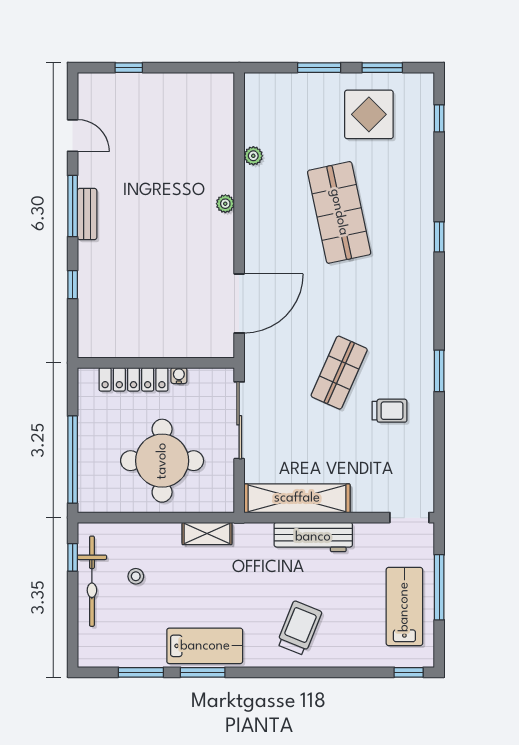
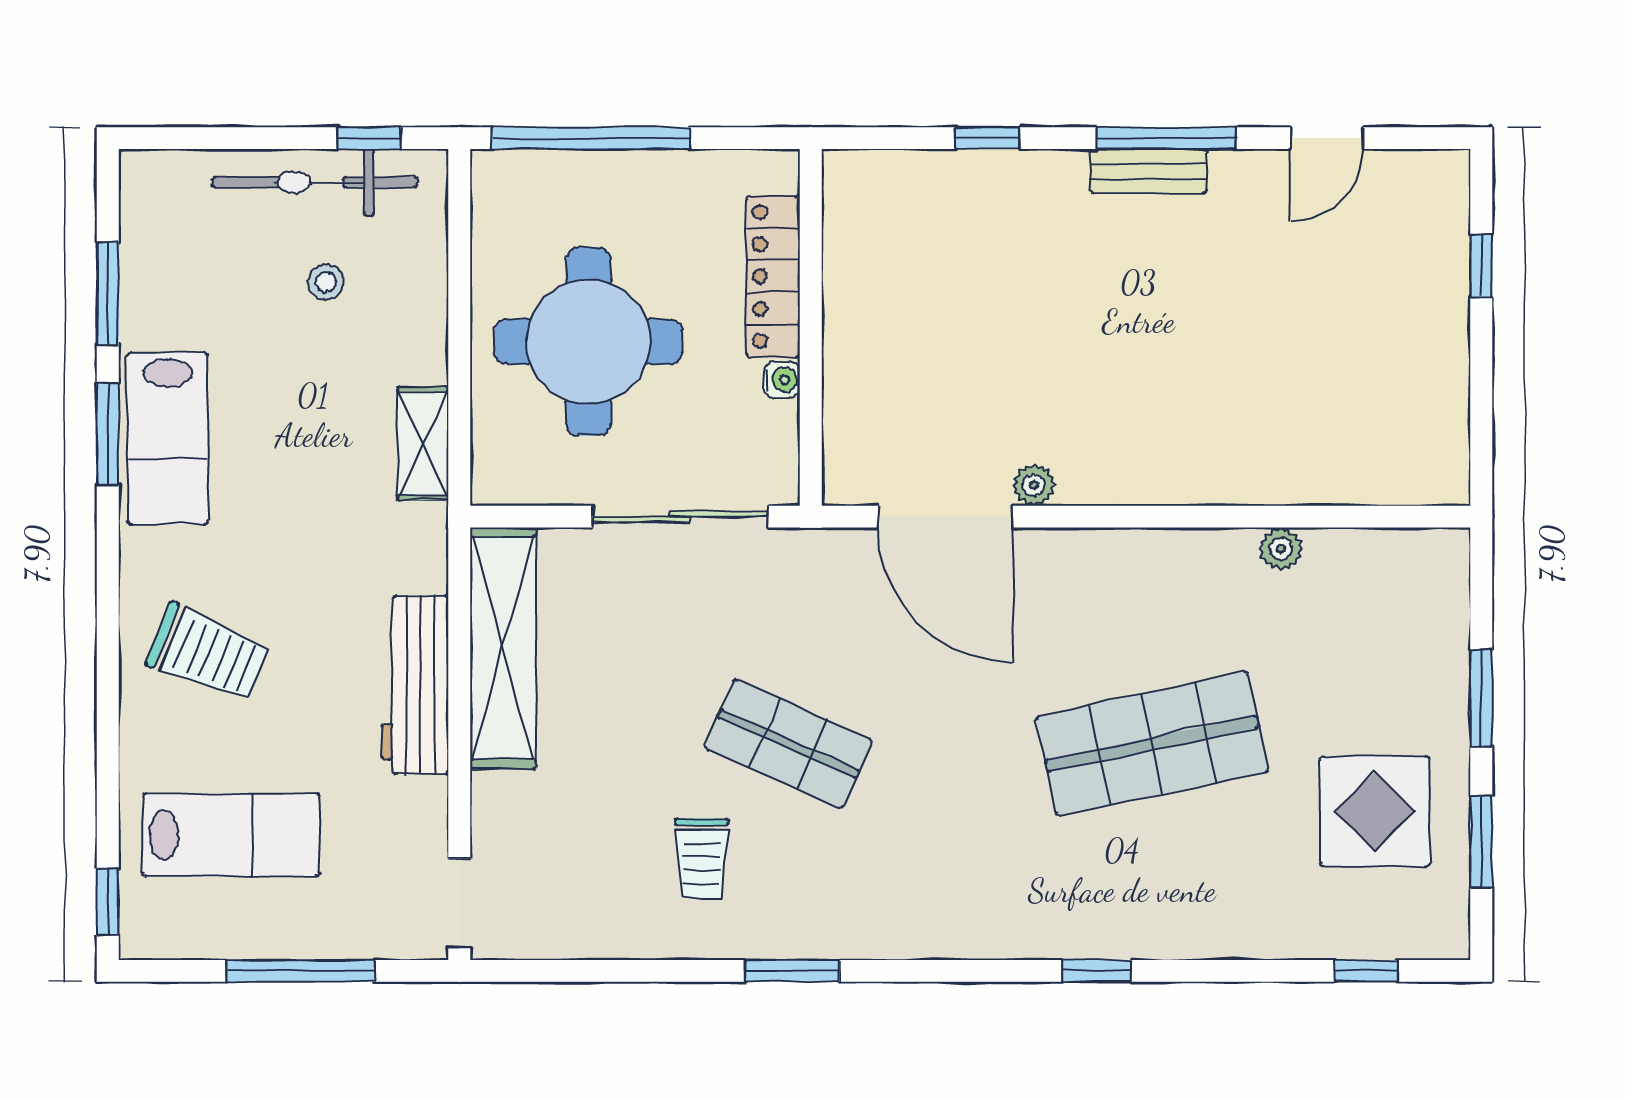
plant: (225, 204) -> (1034, 485), moved
lab bench: (404, 607) -> (231, 835), moved

